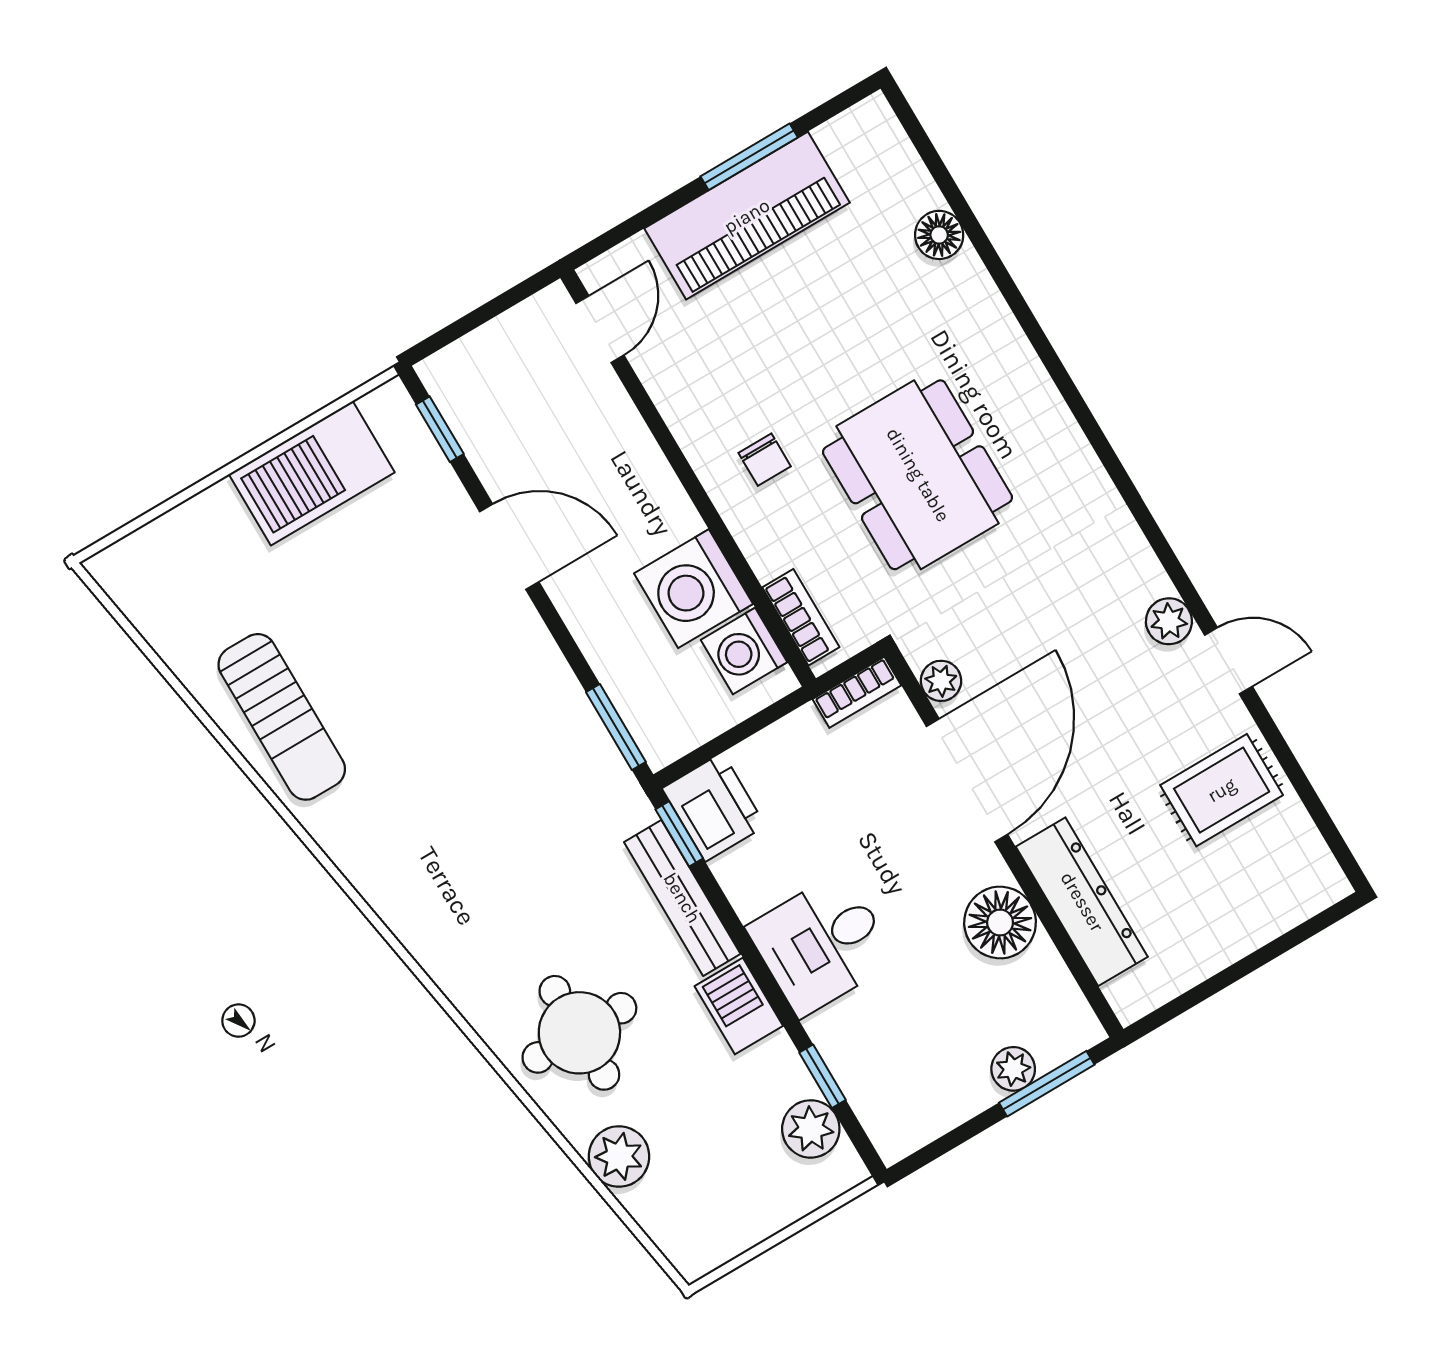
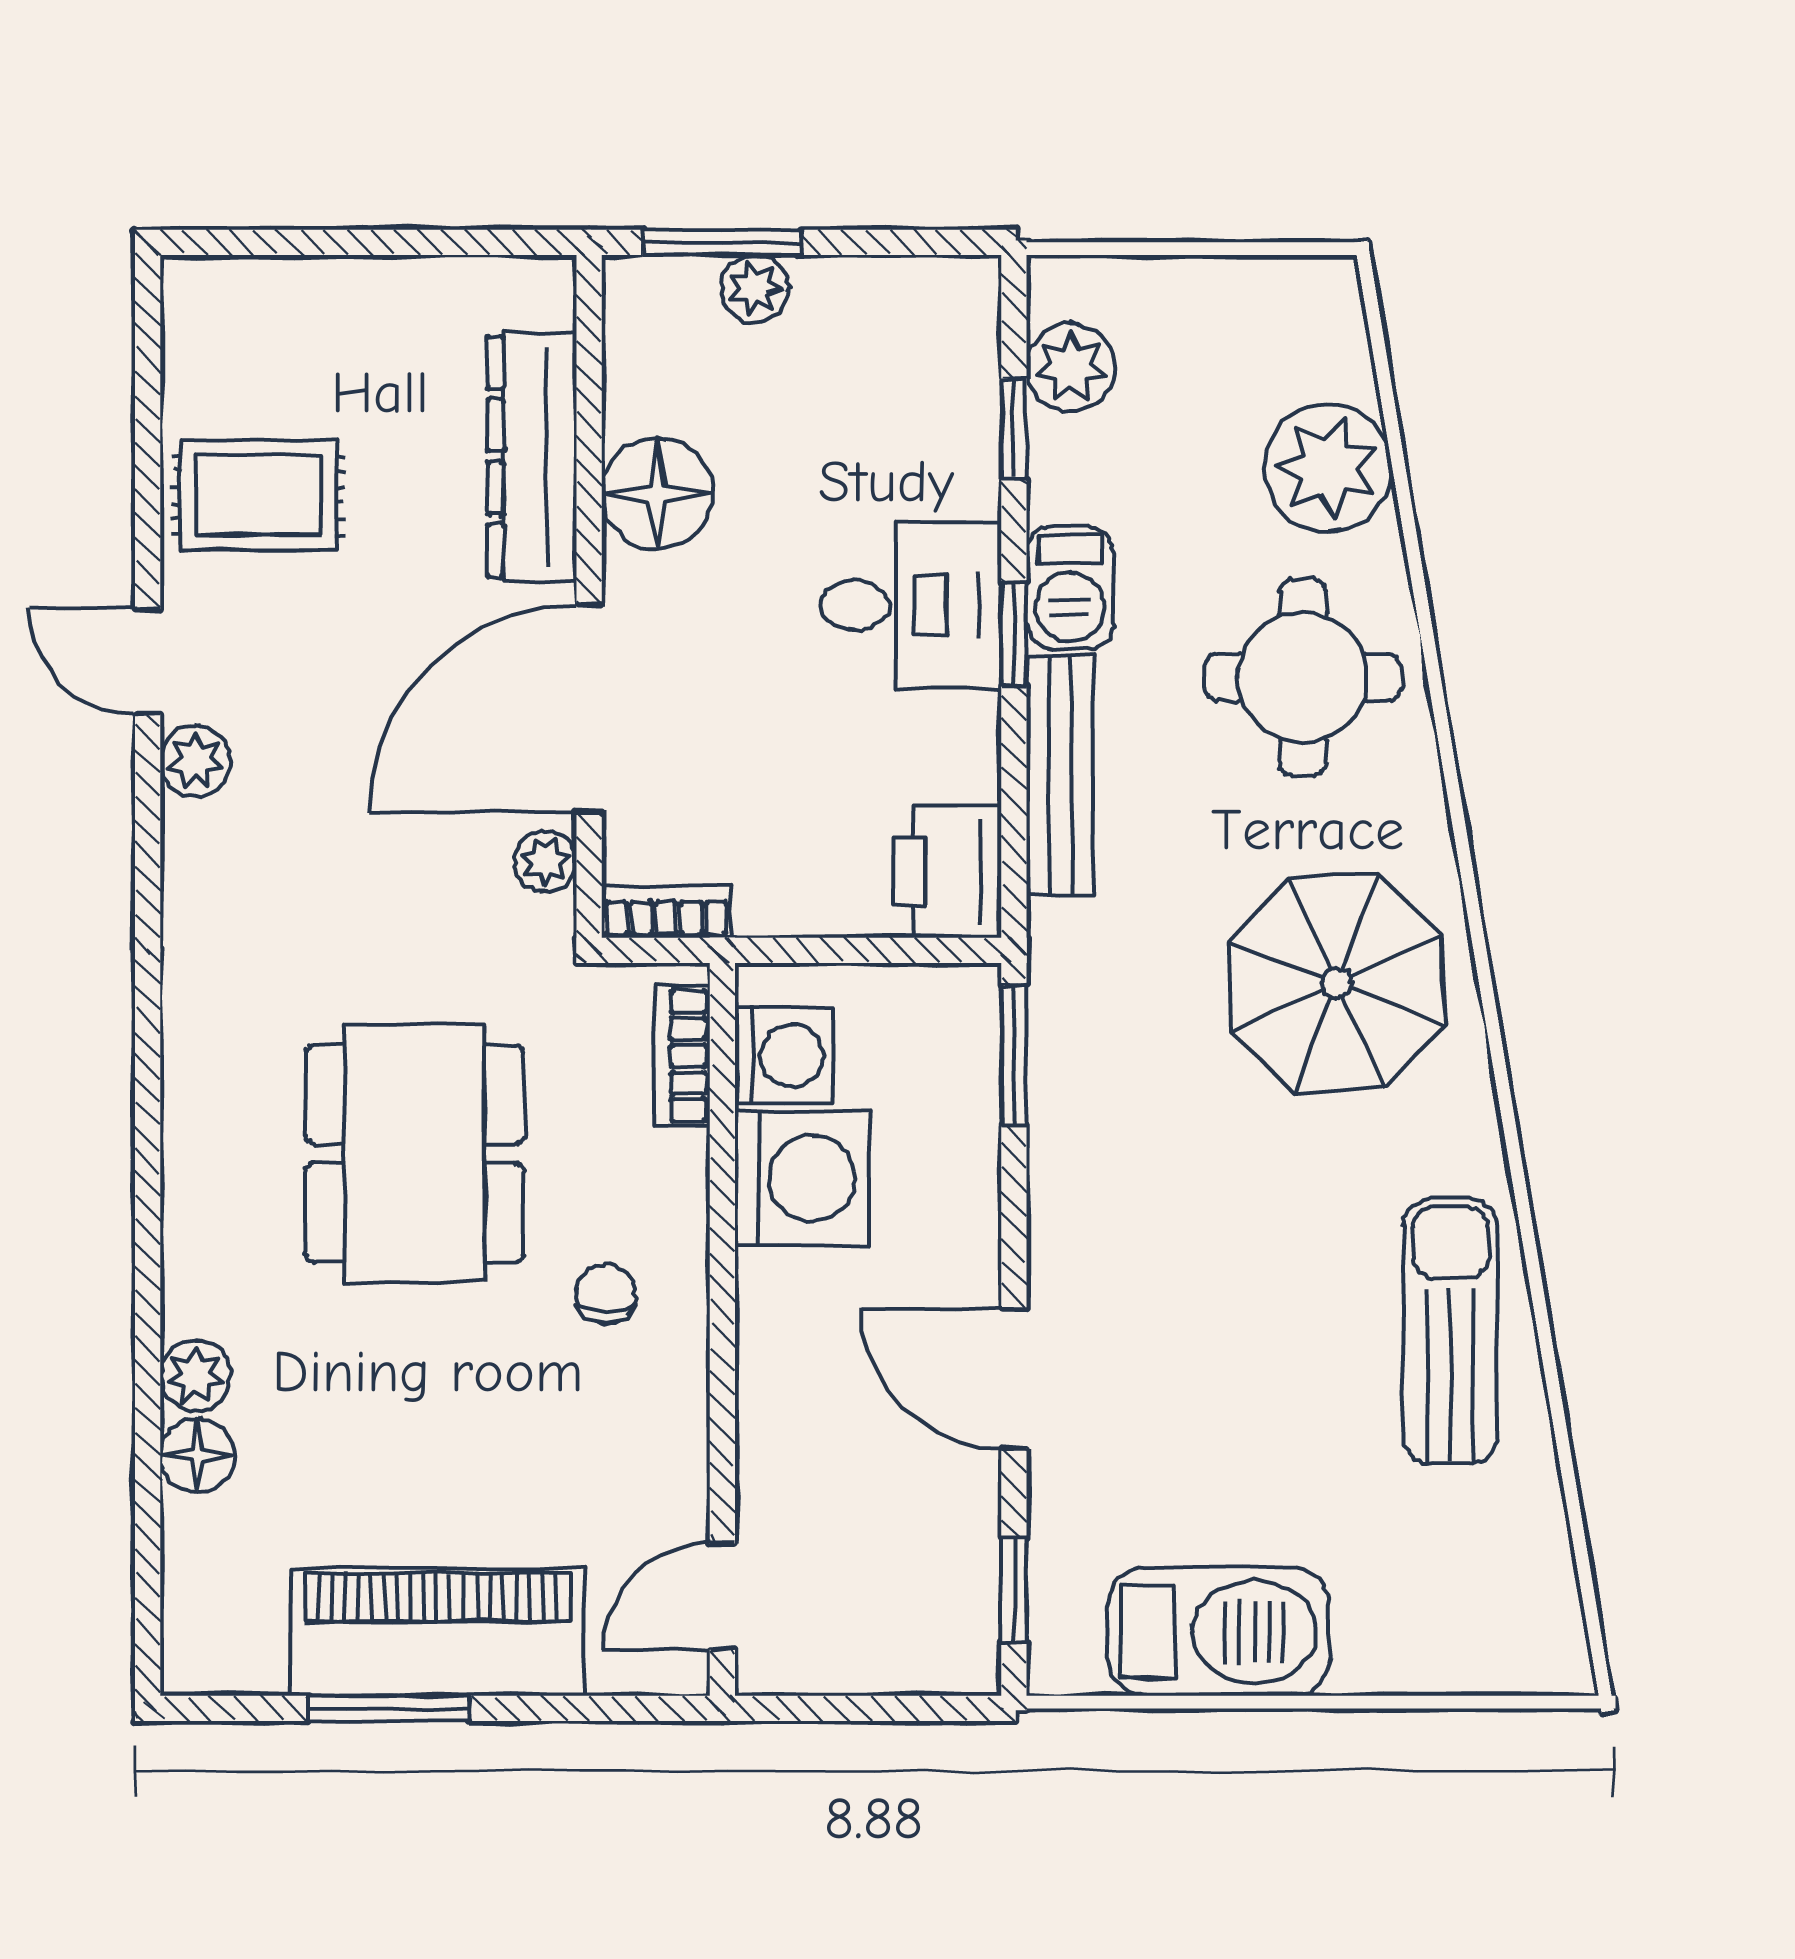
plant: (966, 279) -> (196, 1376), added
window: (679, 834) -> (1014, 634), moved
parasol: (460, 874) -> (1336, 983), added
plant: (619, 1156) -> (1328, 468), width x1.36, depth x1.36

